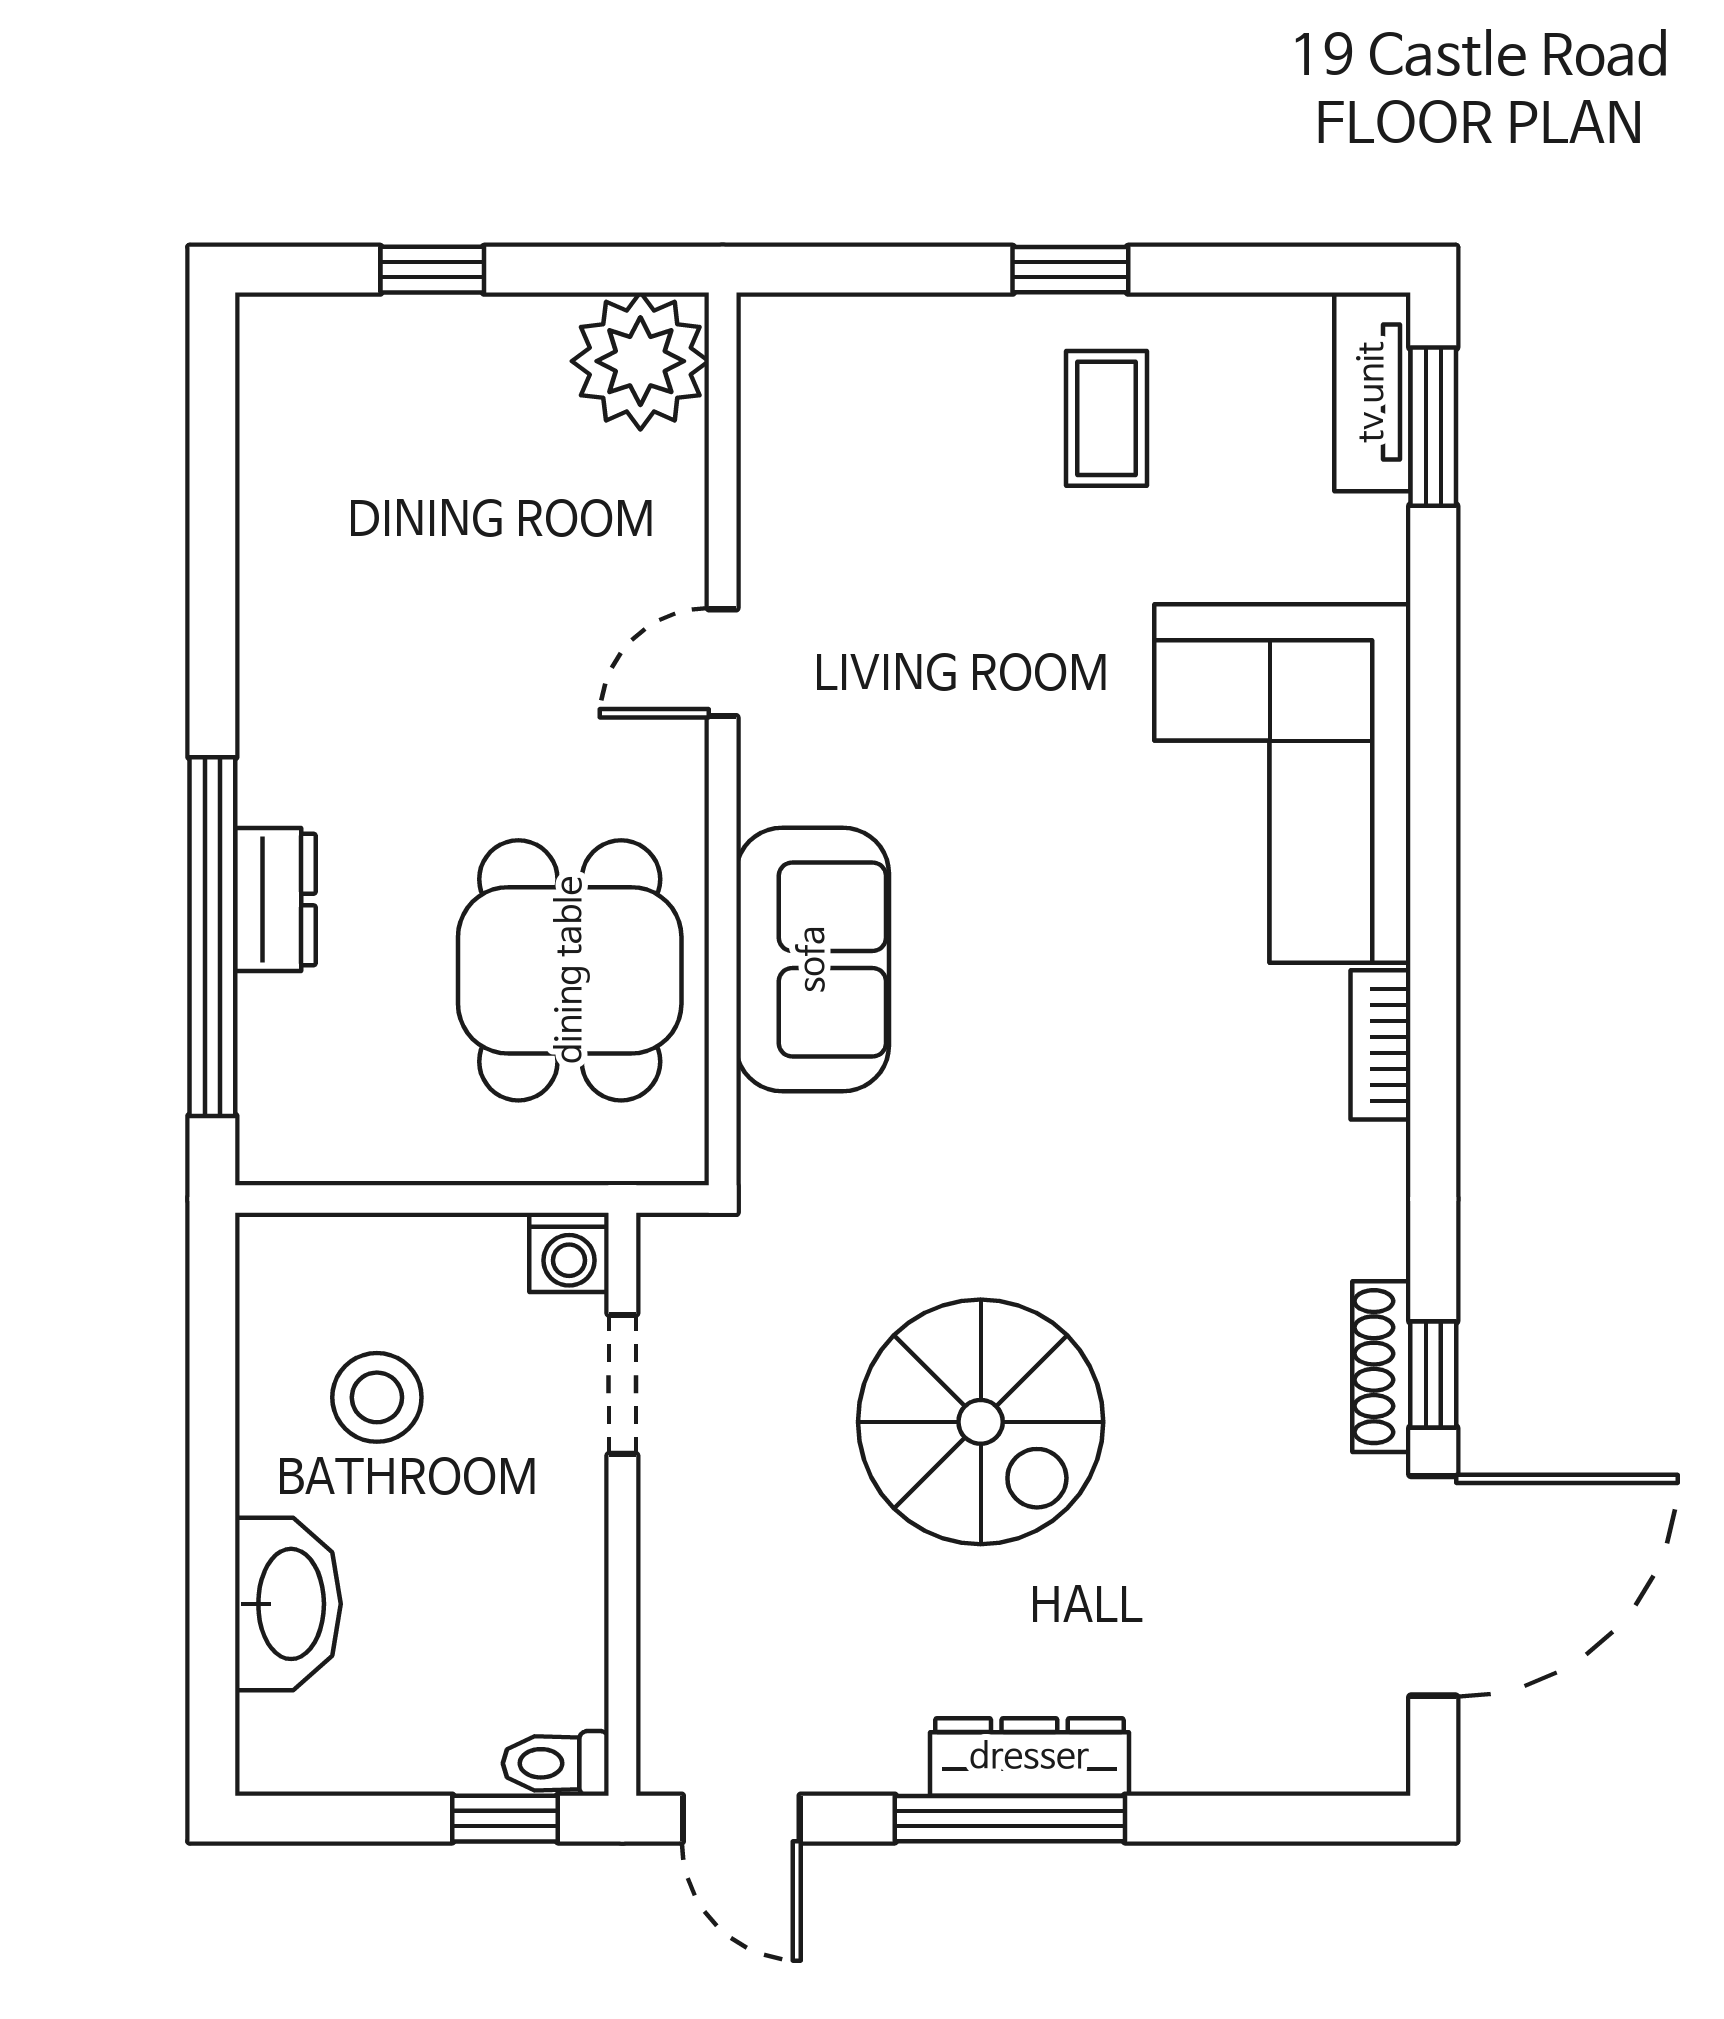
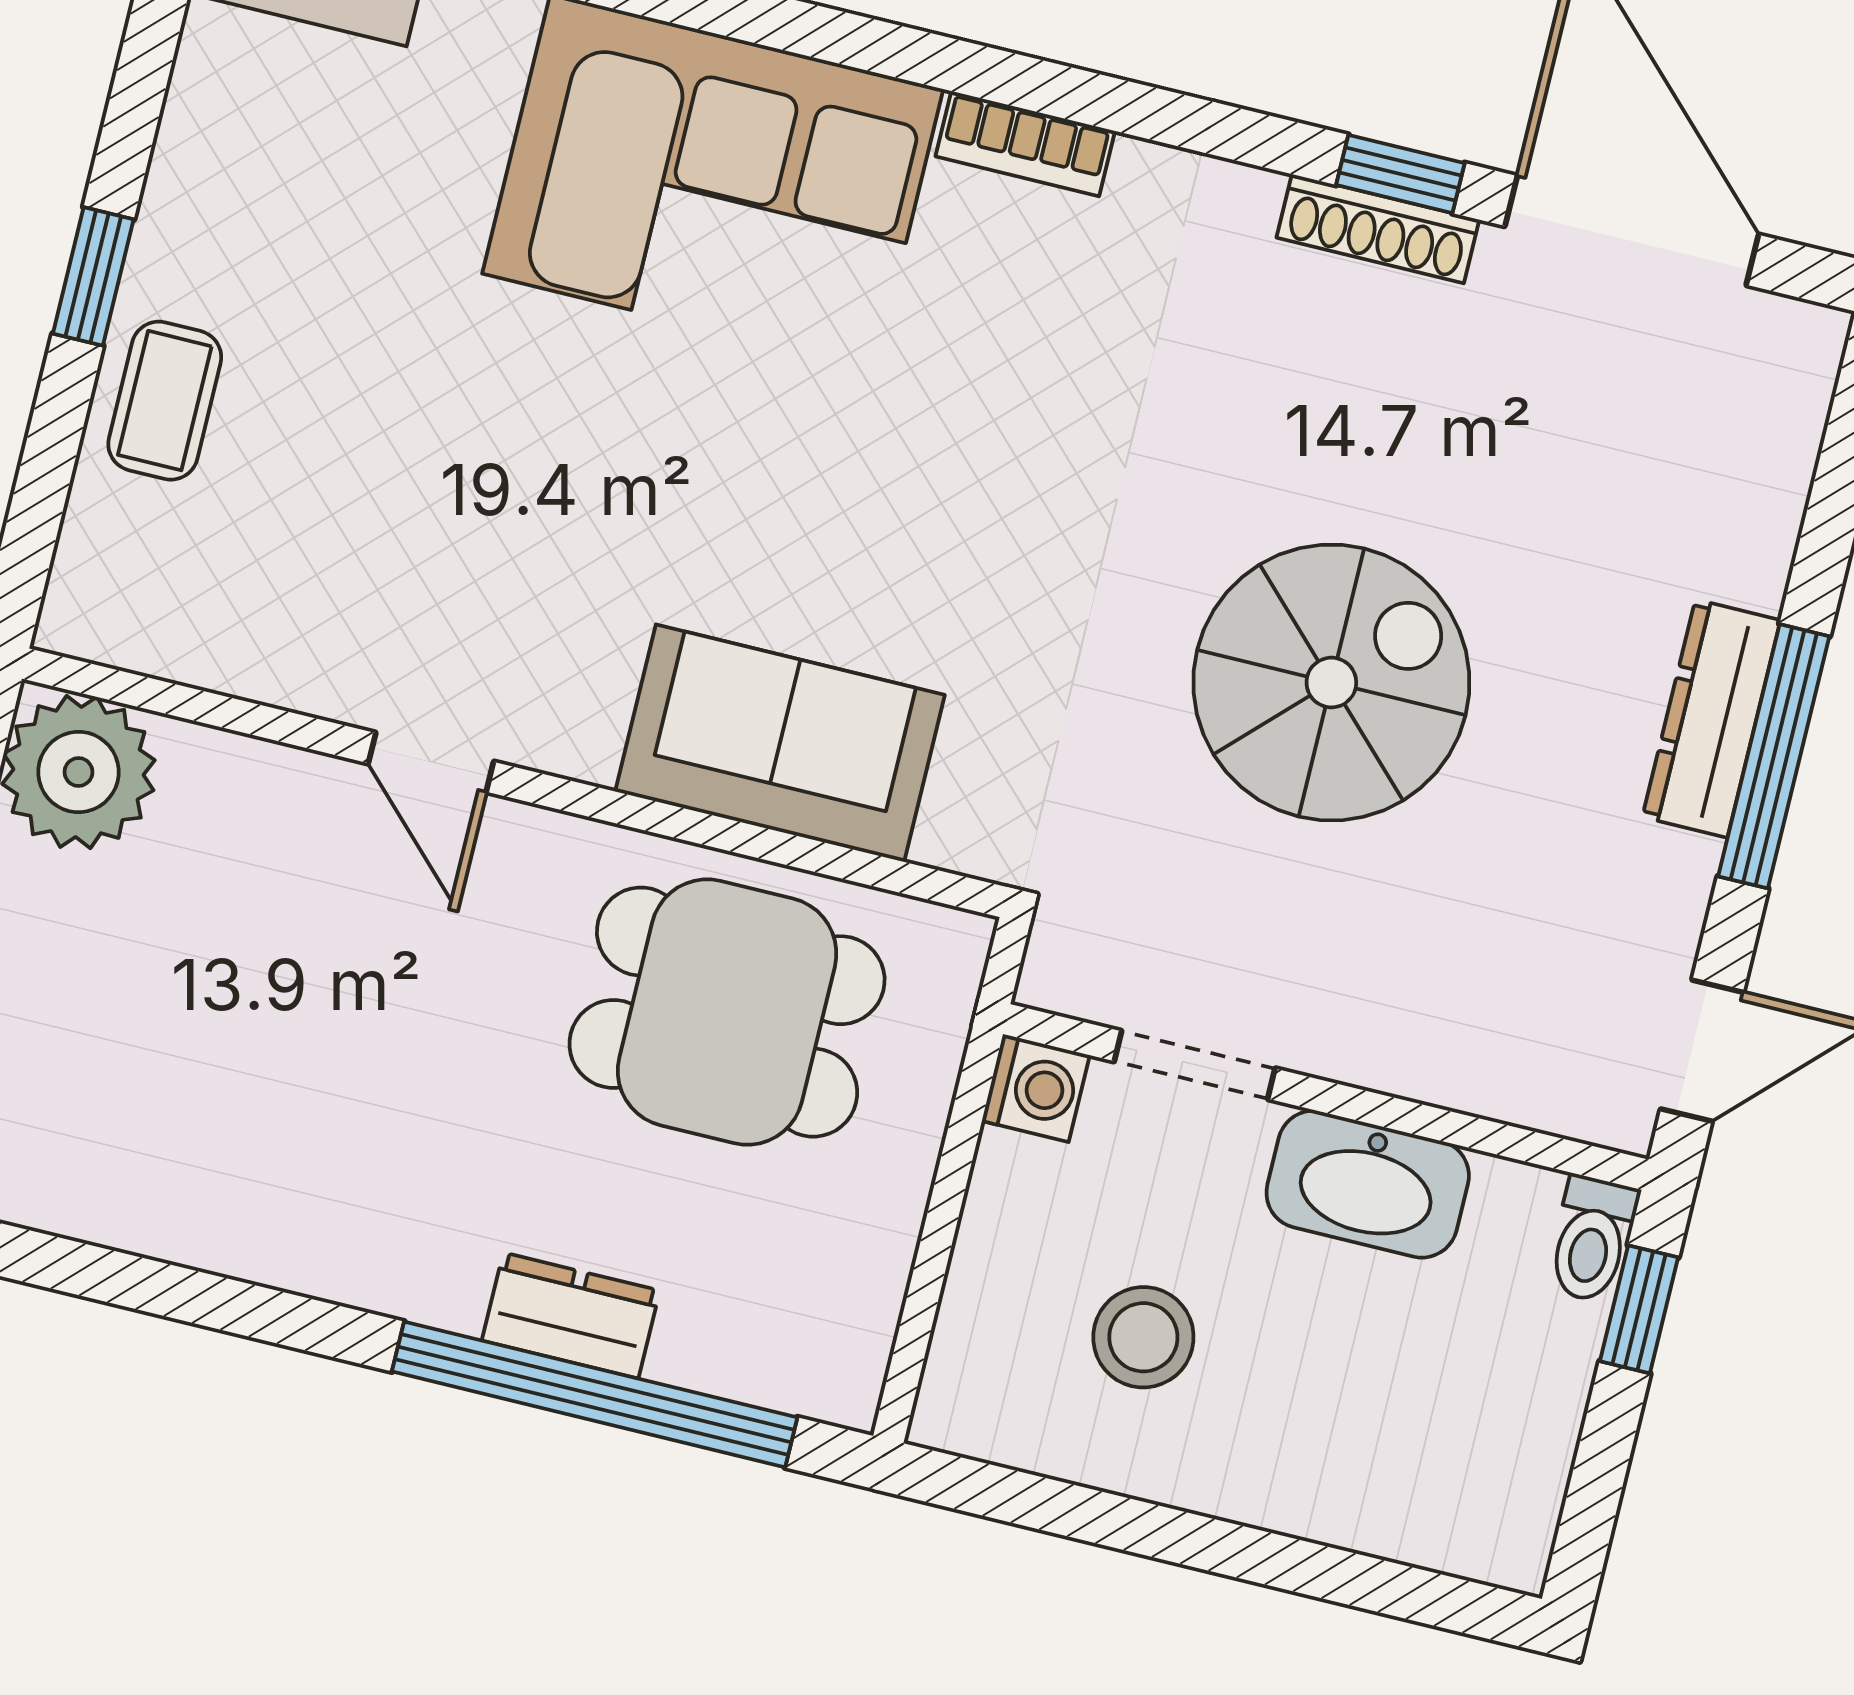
coffee table: (1107, 418) -> (165, 401), moved, turned 90
washbasin: (288, 1604) -> (1368, 1184), moved, turned 180

